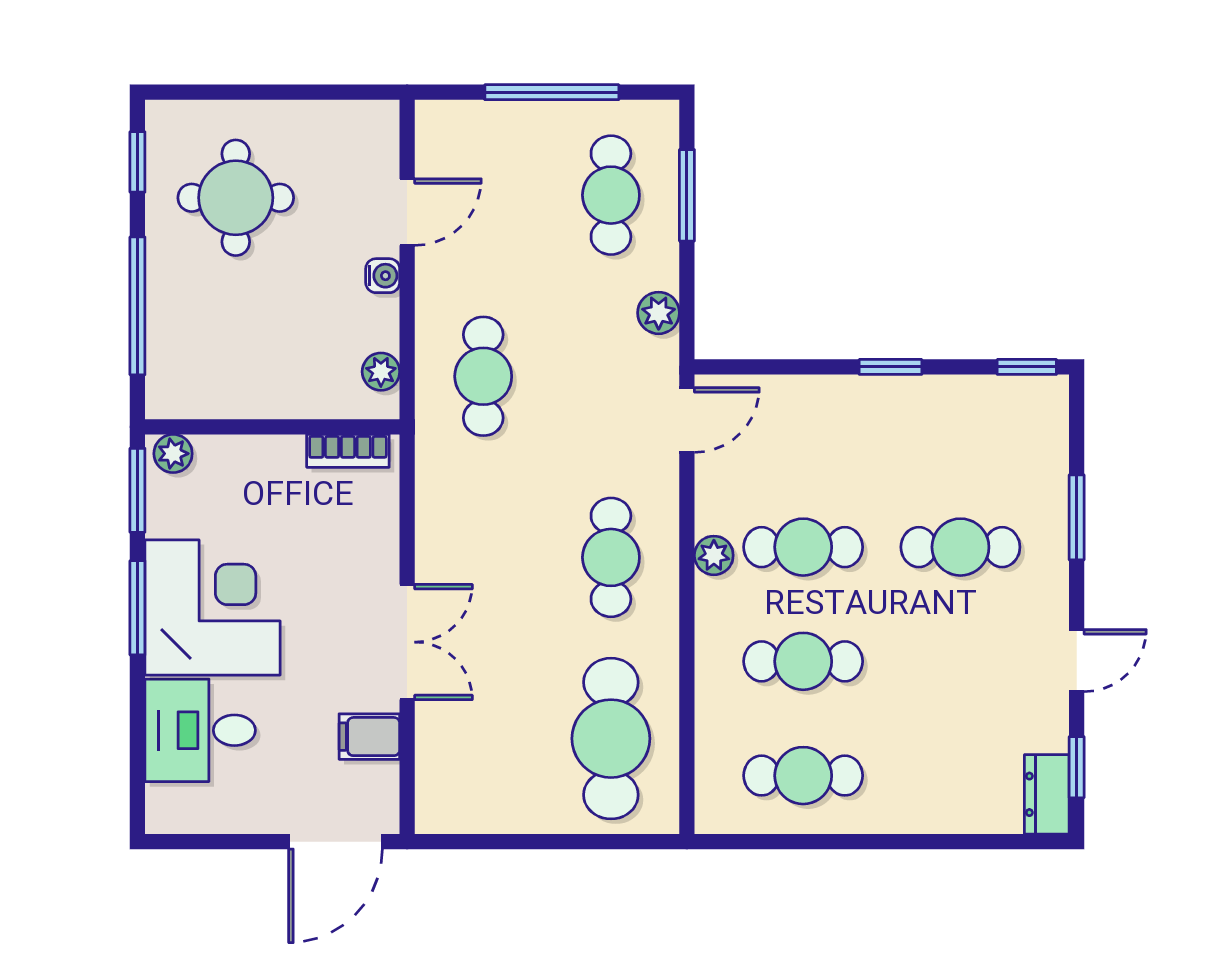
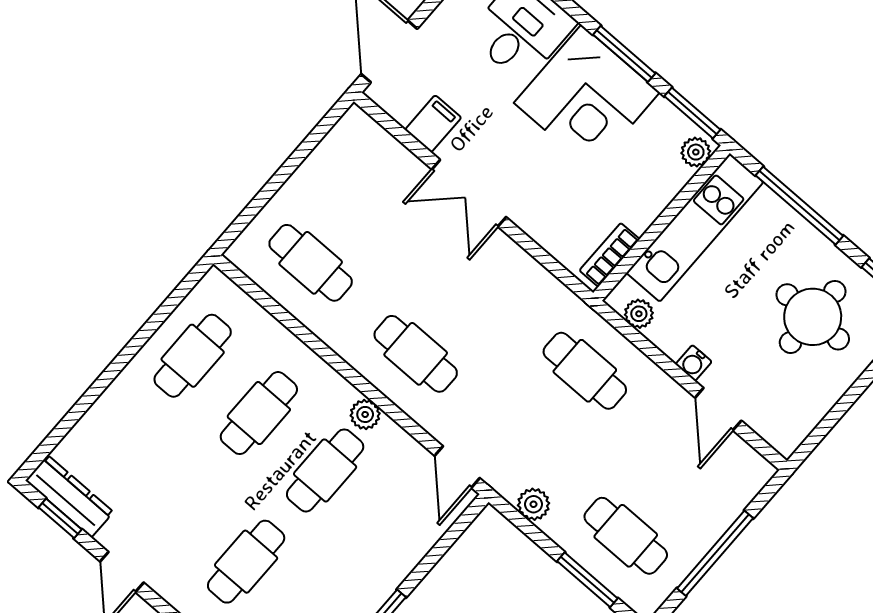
kitchen unit: (248, 390) -> (695, 227), added
cafe table: (611, 739) -> (311, 263), width x0.73, depth x0.74
dresser: (1047, 794) -> (69, 496), width x1.44

